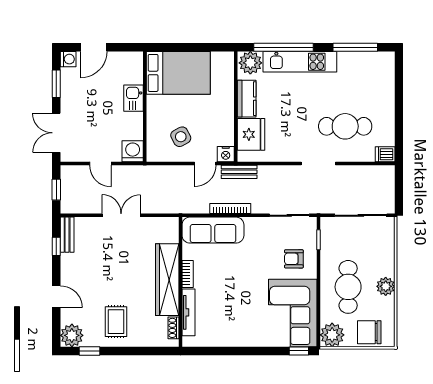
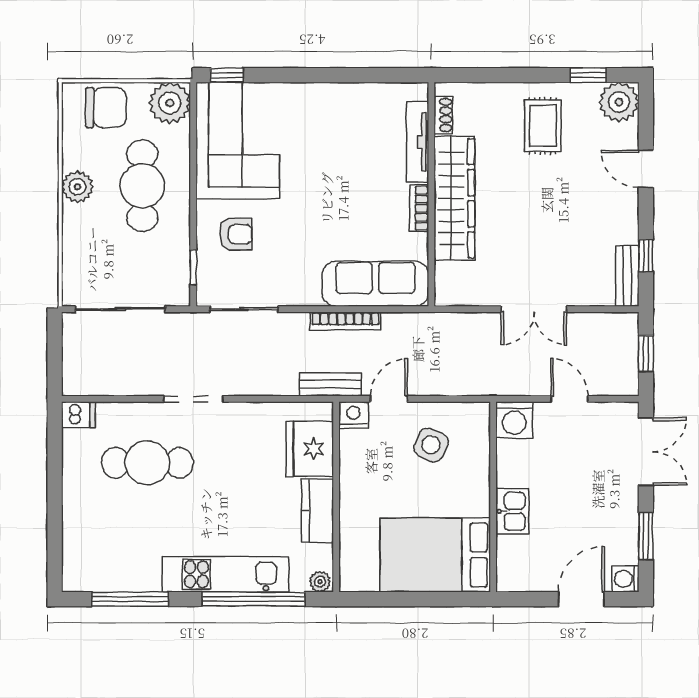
plant: (250, 63) -> (320, 582), width x0.53, depth x0.53
side table: (181, 137) -> (431, 445), turned -38

